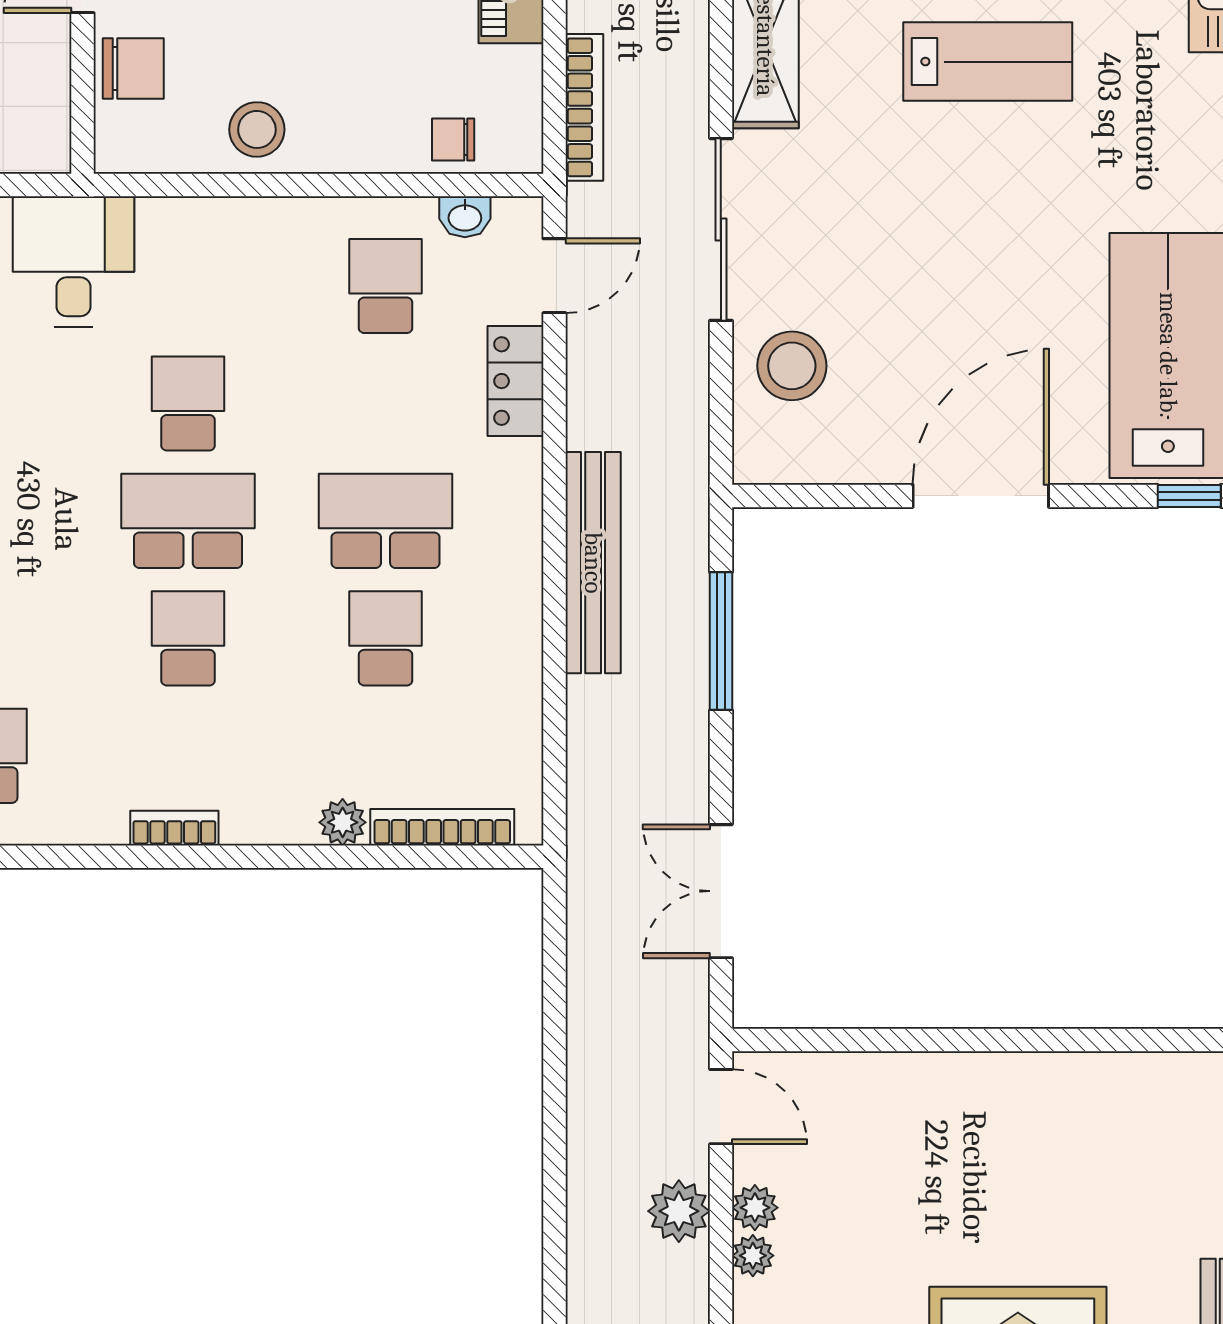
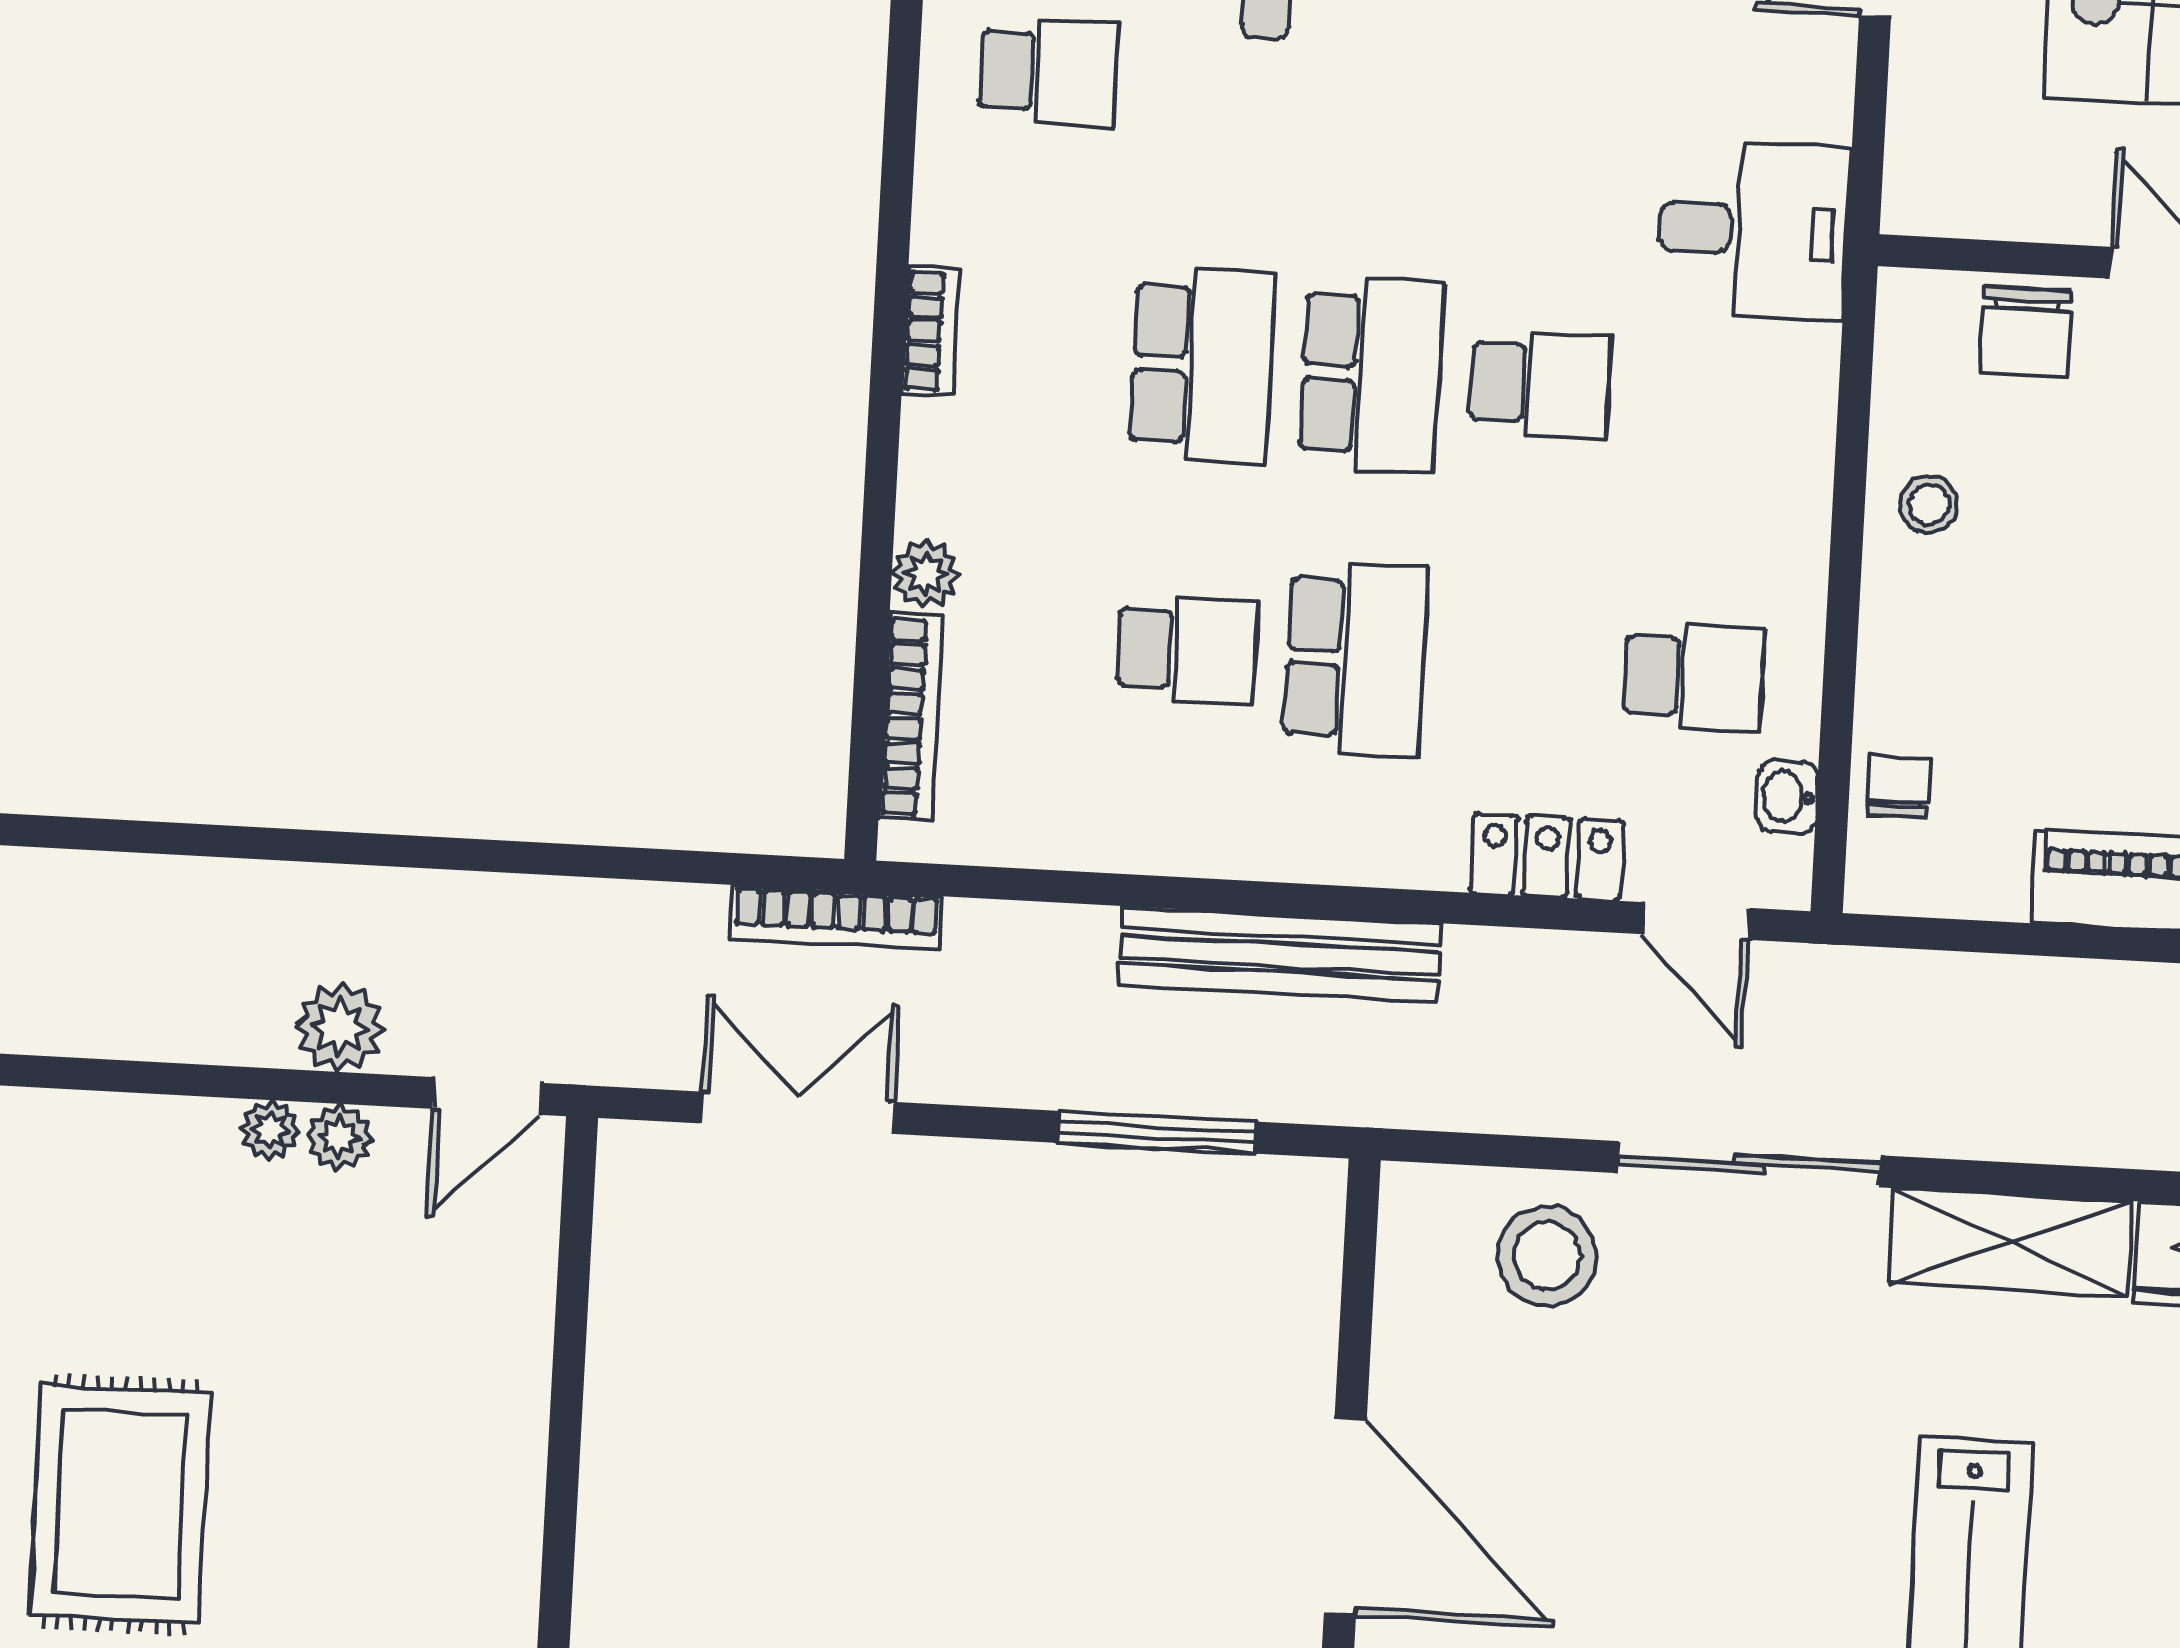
bookcase: (584, 107) -> (836, 918), moved
stool: (257, 129) -> (1929, 504), width x0.73, depth x0.73
school desk: (188, 638) -> (1202, 366), width x1.85

